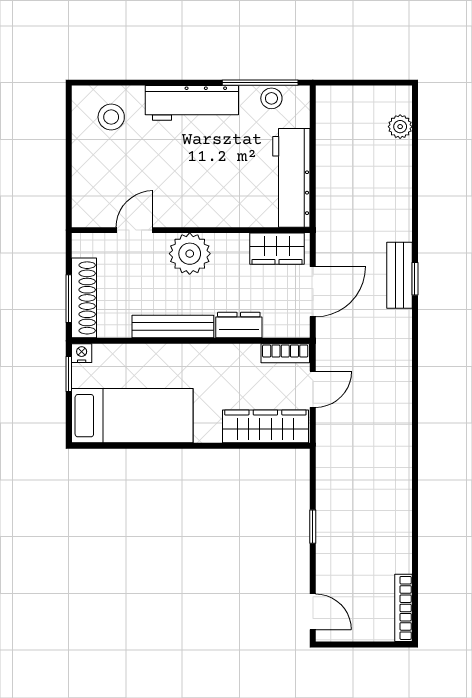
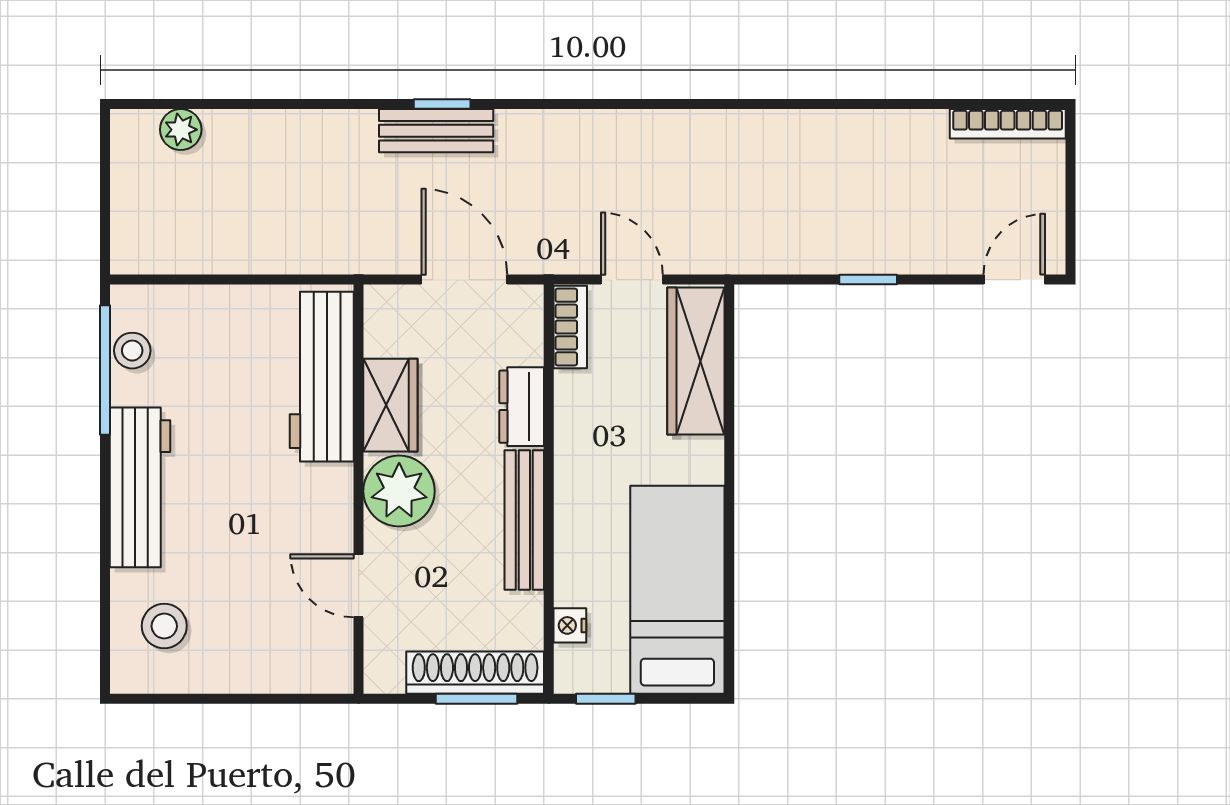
workbench: (291, 178) -> (322, 377), moved, turned 90
wardrobe: (277, 249) -> (390, 405), moved
nightstand: (82, 353) -> (570, 625), moved

